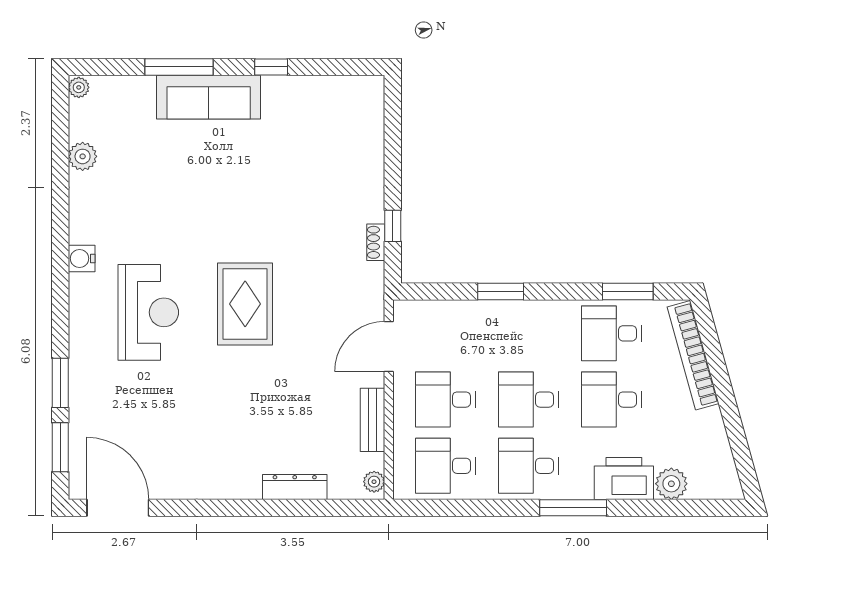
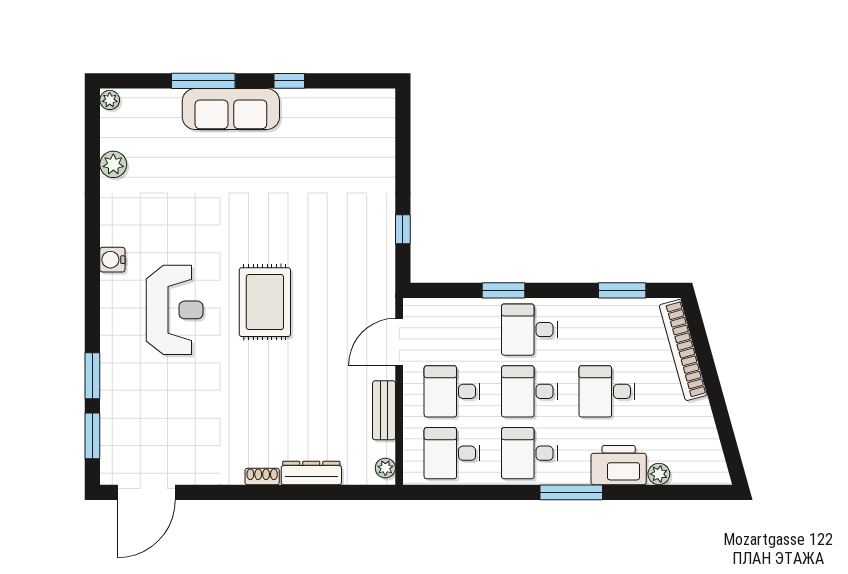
shoe rack: (376, 242) -> (262, 476), moved, turned 90
desk: (611, 333) -> (529, 330), moved
plant: (671, 484) -> (659, 474), width x0.73, depth x0.73
door: (118, 508) -> (146, 492), swing flipped

